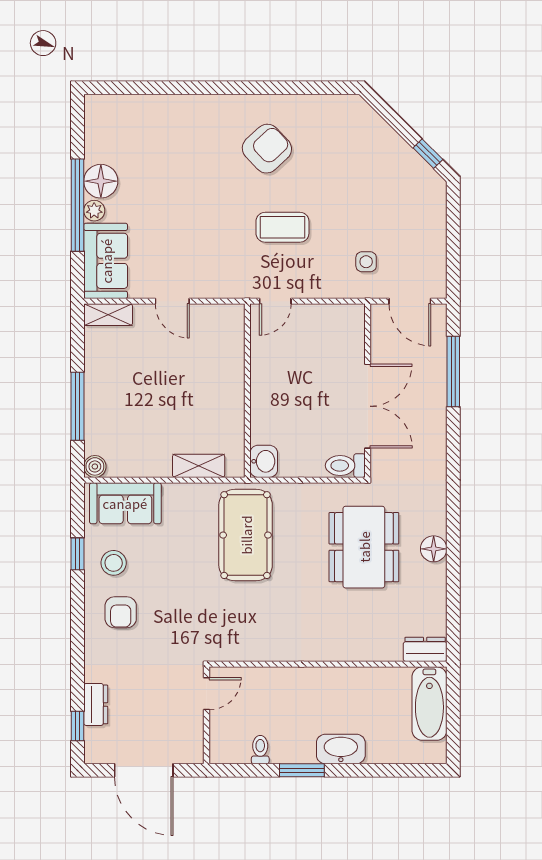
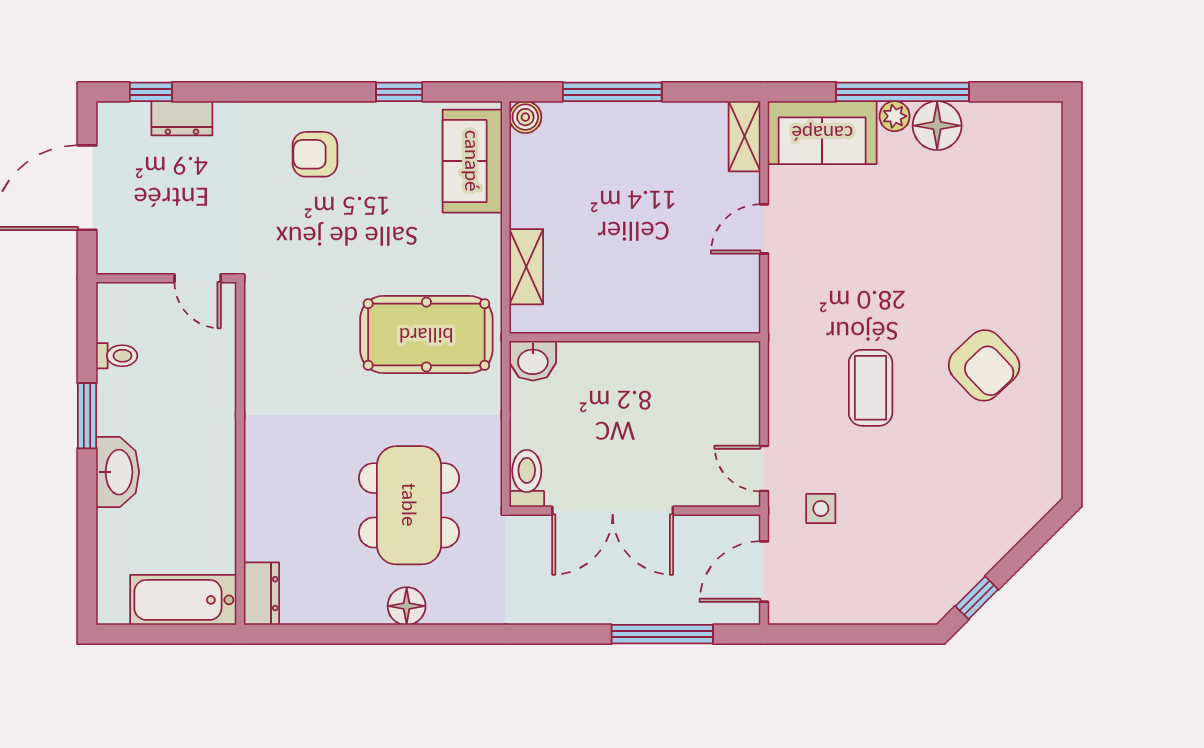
door: (275, 301) -> (764, 468), moved
dining table: (364, 547) -> (409, 505), turned 90
stool: (114, 563) -> (386, 144), removed

